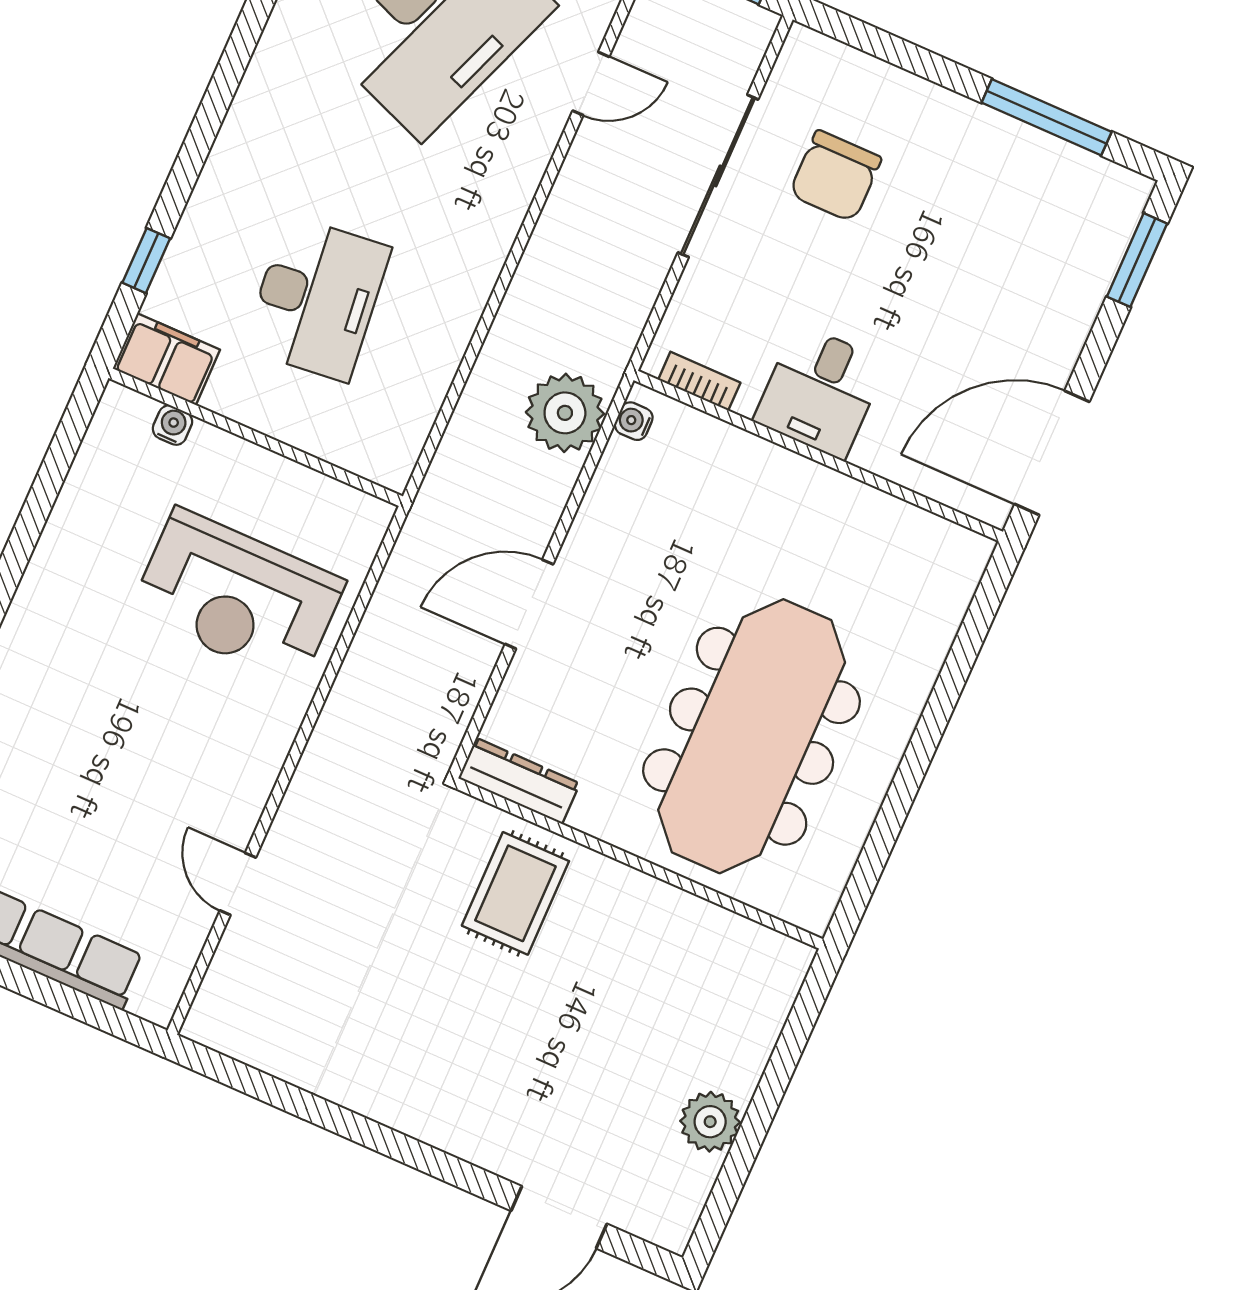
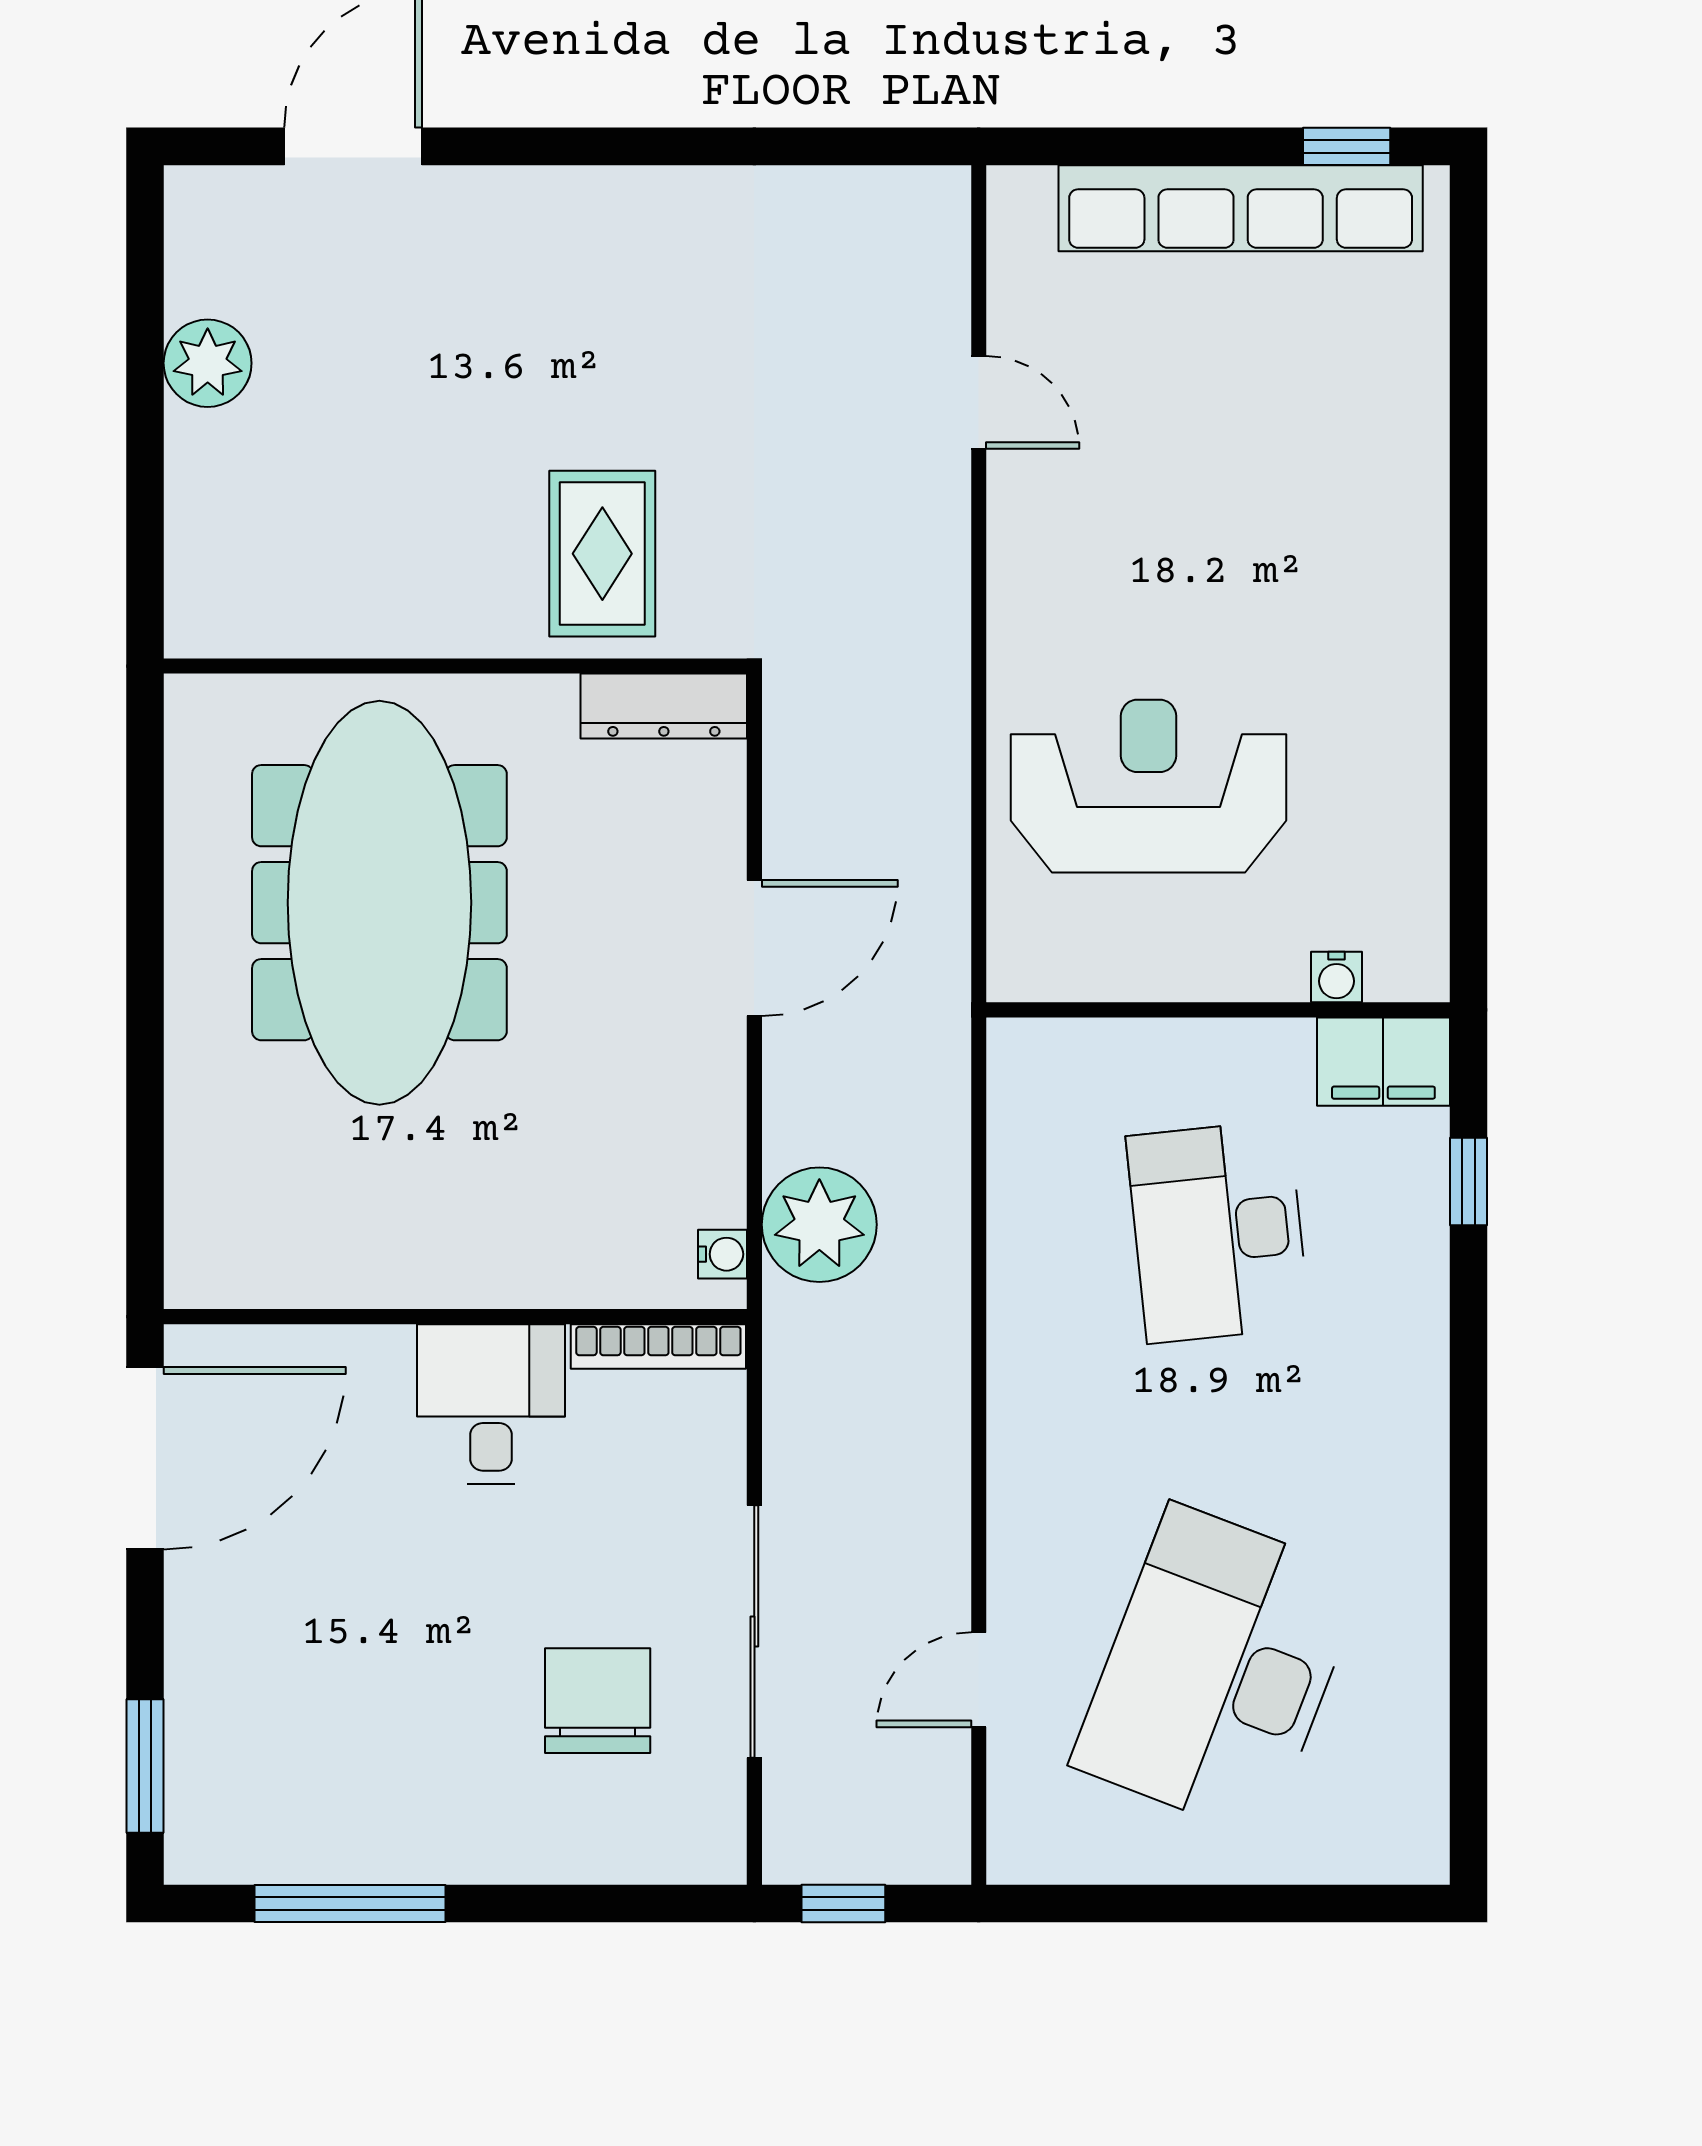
bookcase: (699, 381) -> (658, 1346), width x1.56

